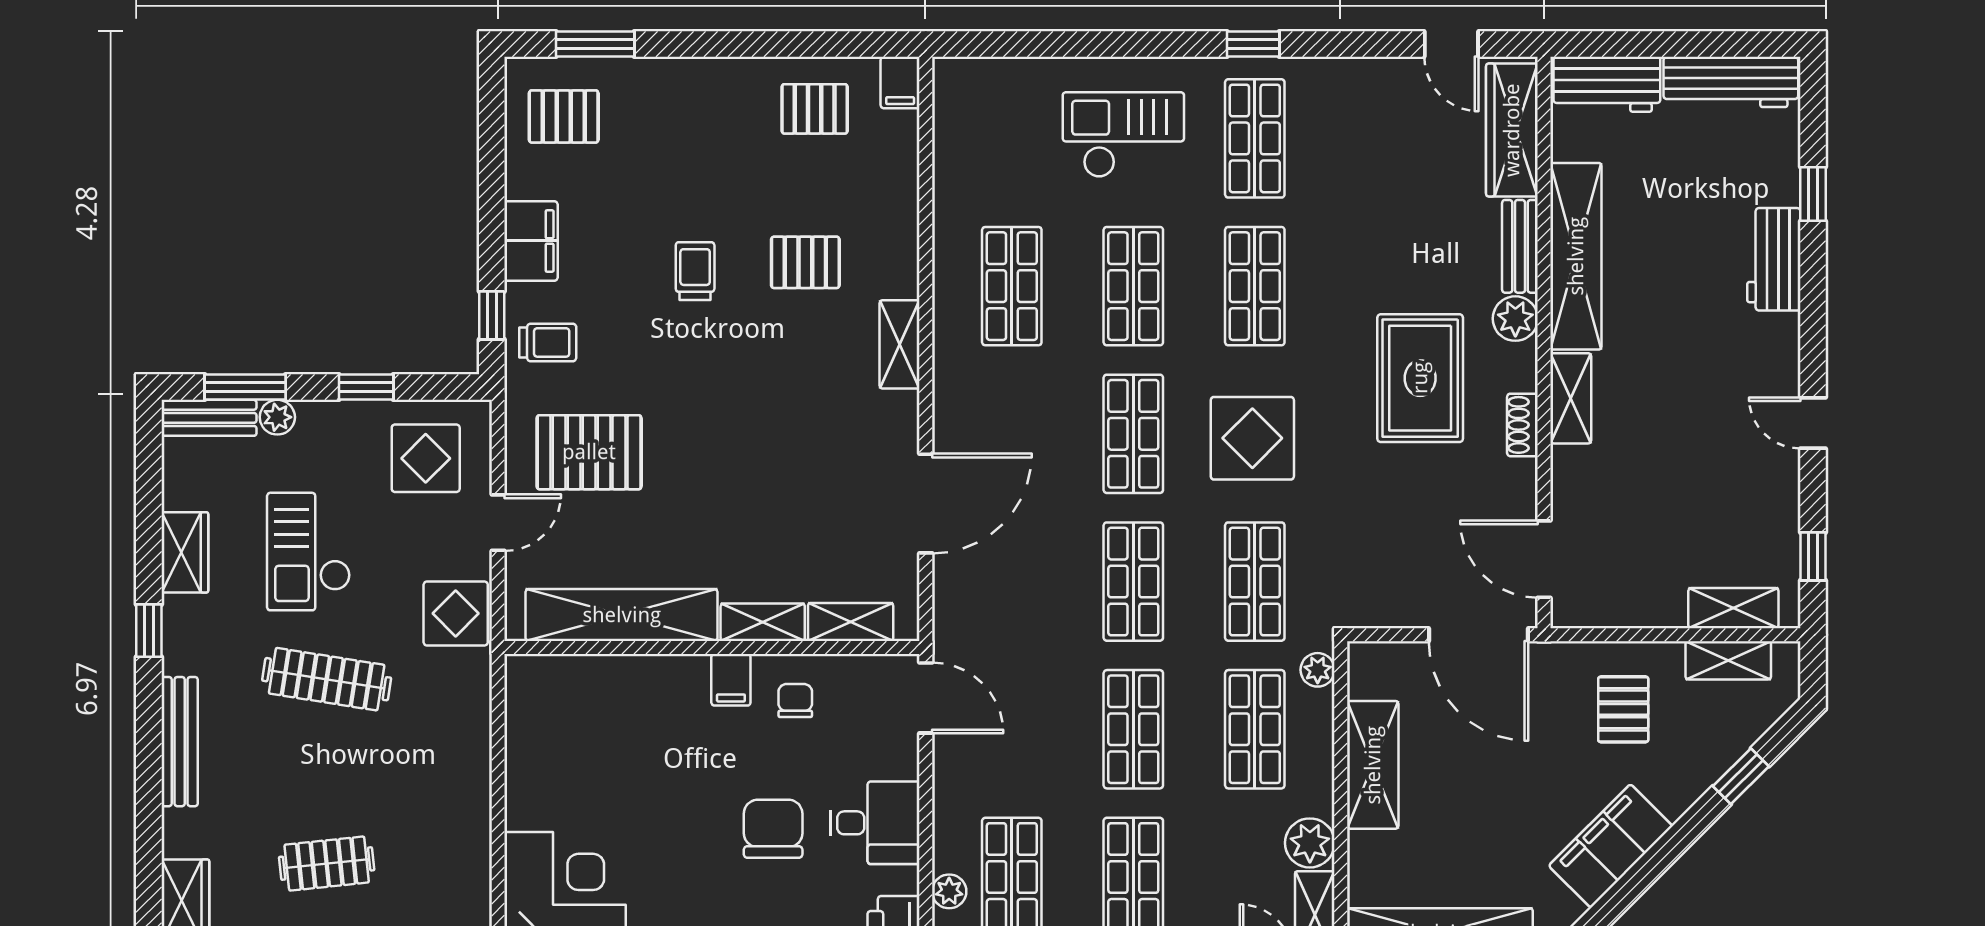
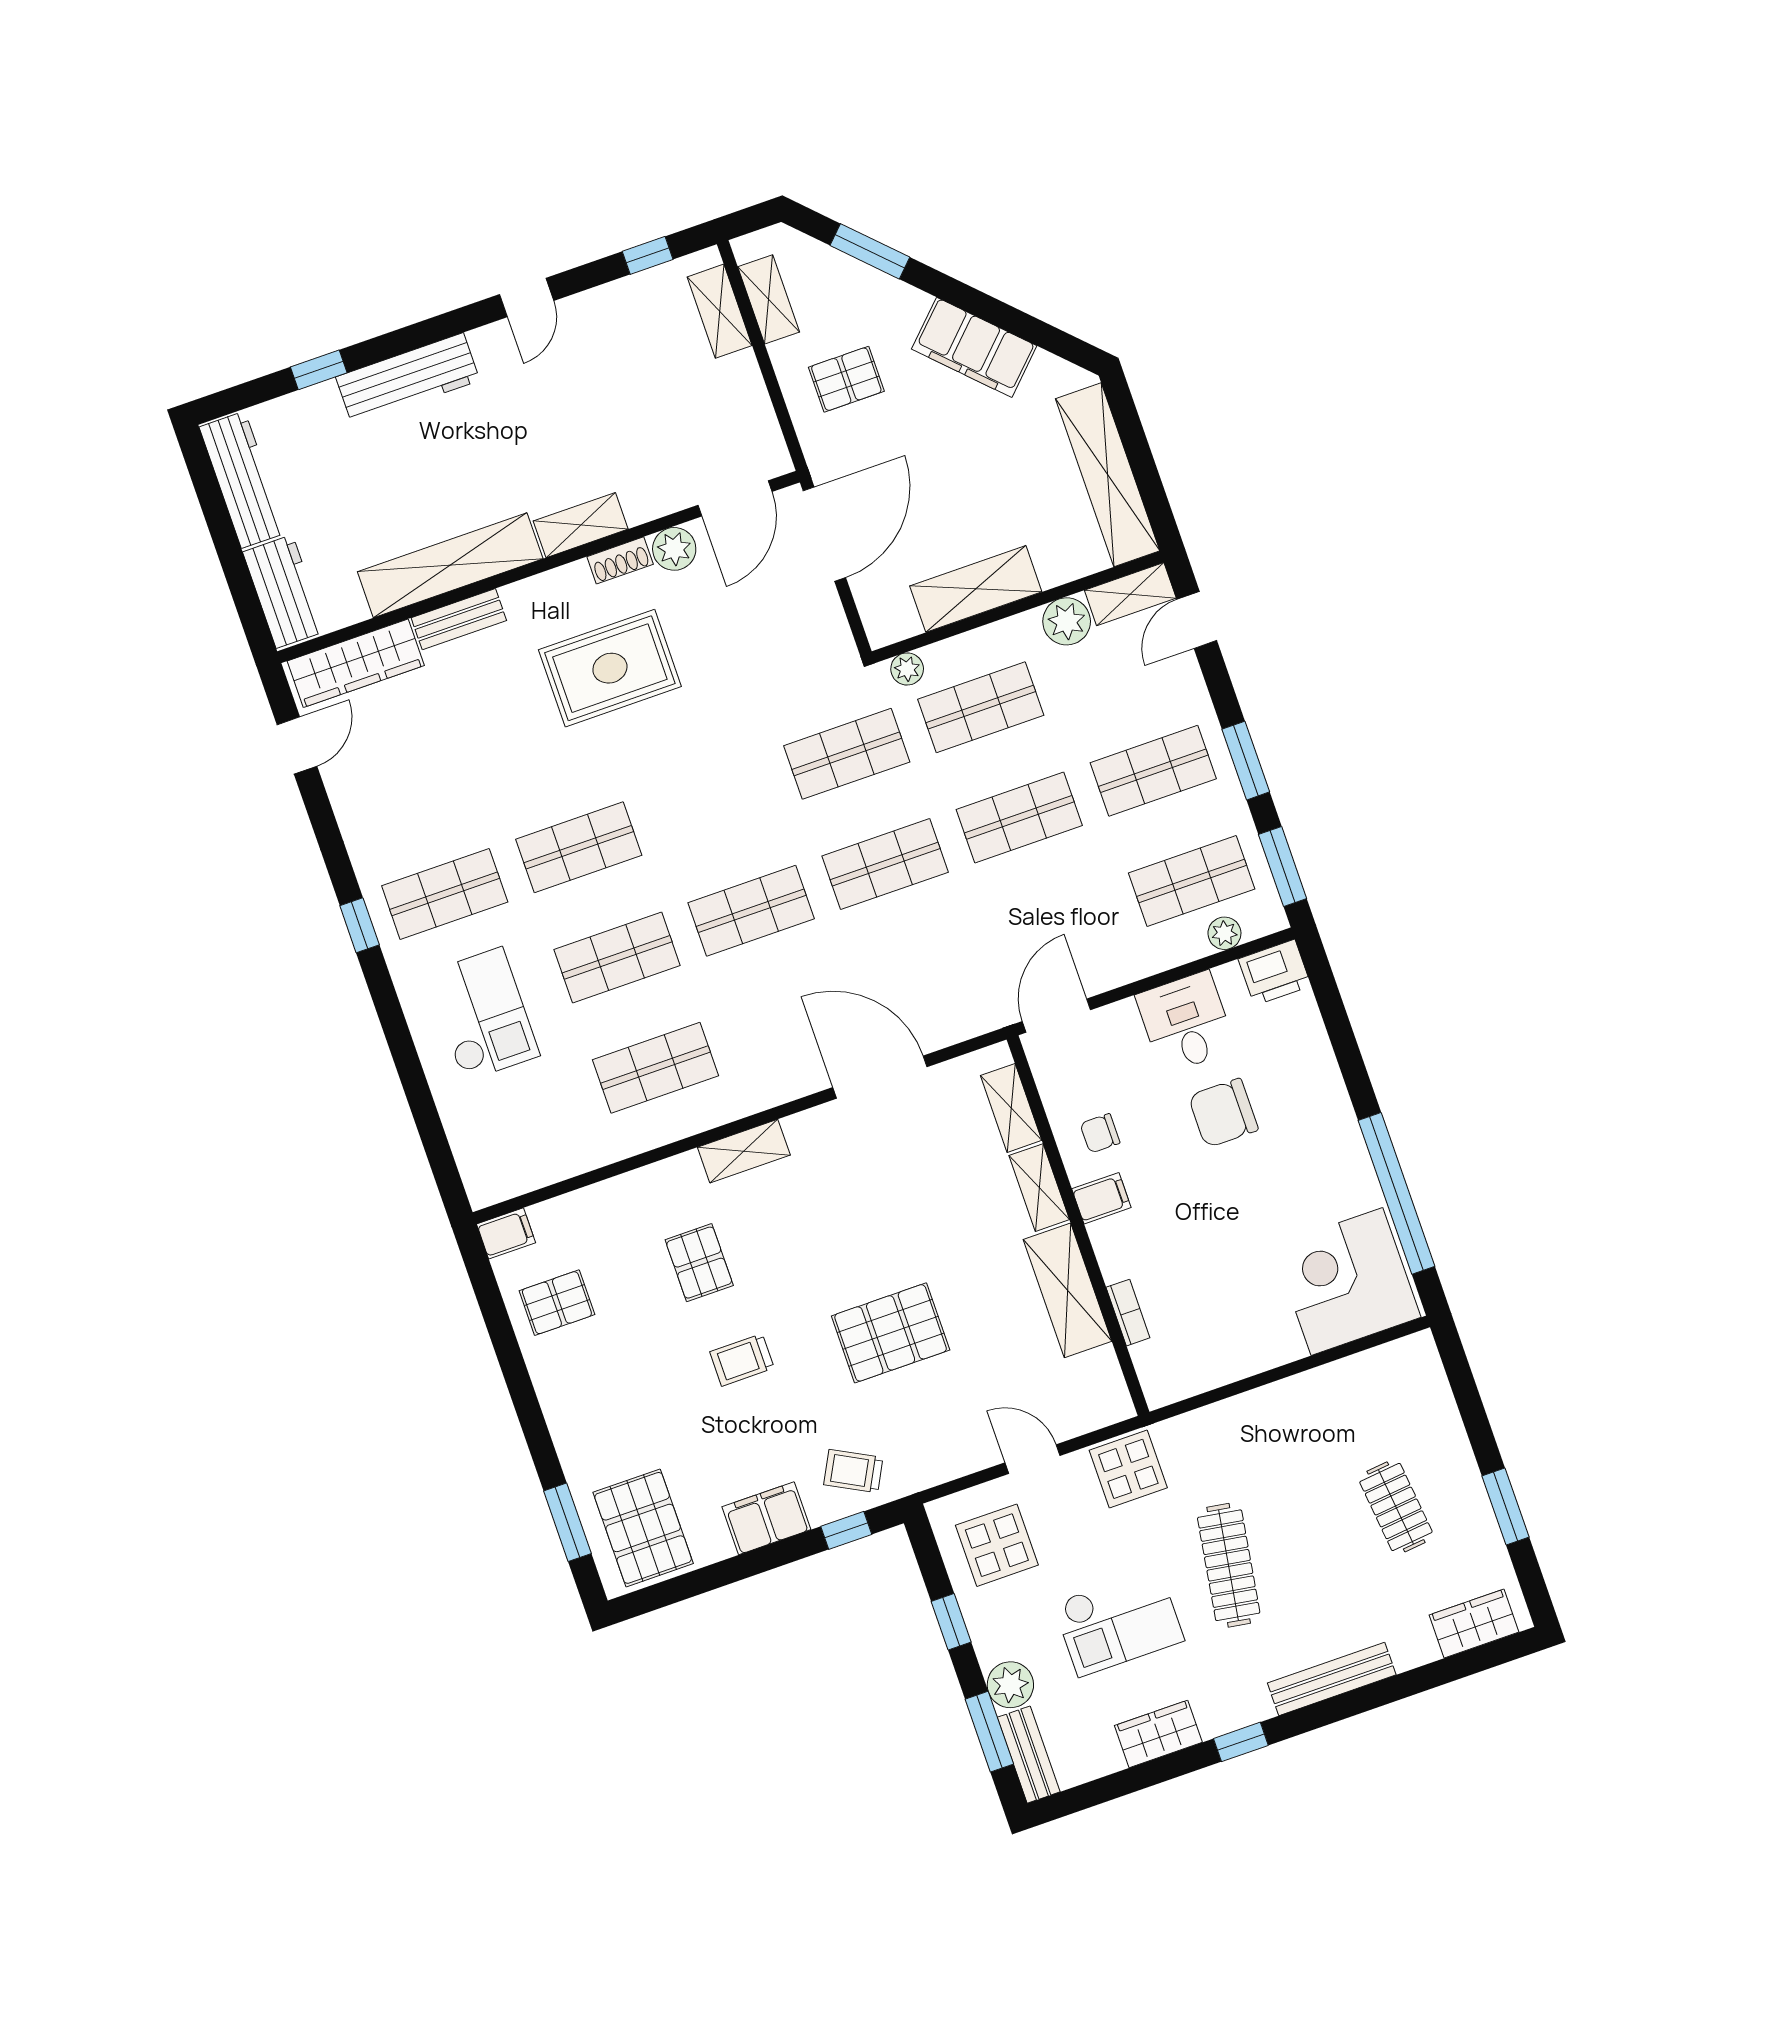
pallet: (815, 109) -> (557, 1303), turned 90
pallet: (564, 116) -> (643, 1528), width x1.50, depth x1.42
checkout: (1123, 135) -> (483, 1014), turned 180
workbench: (1774, 259) -> (408, 379), width x1.38
plant: (1515, 319) -> (674, 549), moved
trolley: (548, 342) -> (853, 1471), turned -62
plant: (277, 417) -> (1010, 1685), width x1.38, depth x1.38
display table: (1252, 438) -> (718, 801), removed
pallet: (589, 452) -> (891, 1333), moved, turned 90
shelving: (622, 615) -> (1068, 1290), width x0.68
bookcase: (609, 667) -> (1128, 1313), added
window: (1741, 776) -> (870, 251), width x1.50

